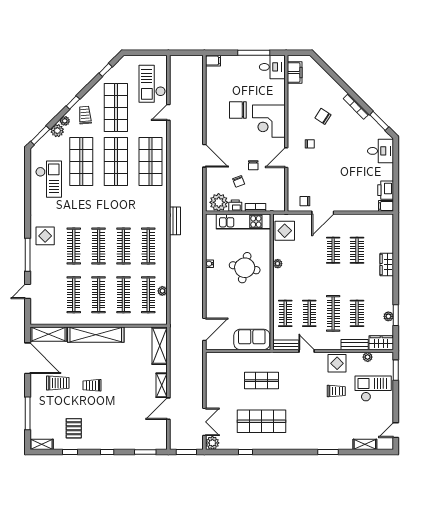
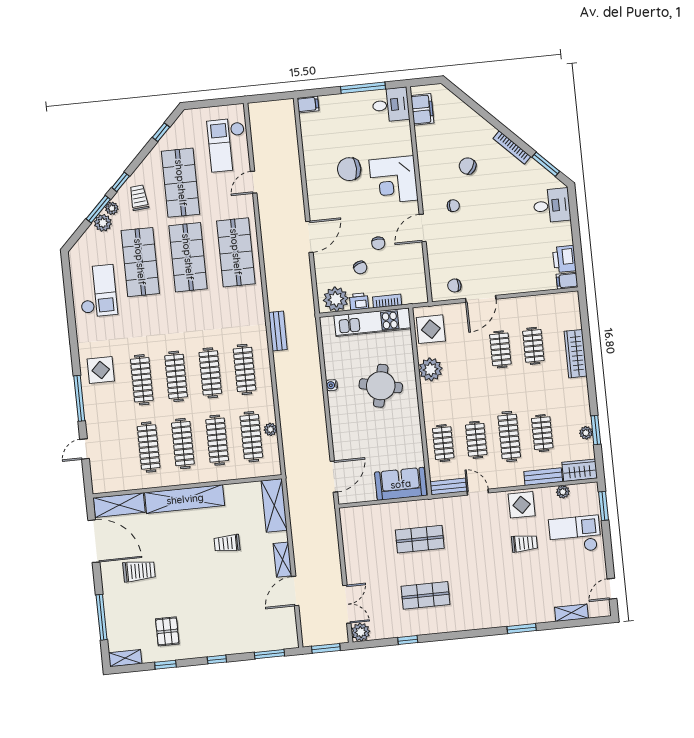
window: (40, 135) -> (98, 209), moved
door: (204, 156) -> (309, 237), hinge flipped
plant: (278, 264) -> (431, 369), width x1.88, depth x1.88
wardrobe: (387, 265) -> (576, 354), width x1.50
trolley: (92, 385) -> (227, 543), moved
shop shelf: (261, 421) -> (425, 595), width x0.70, depth x0.74

